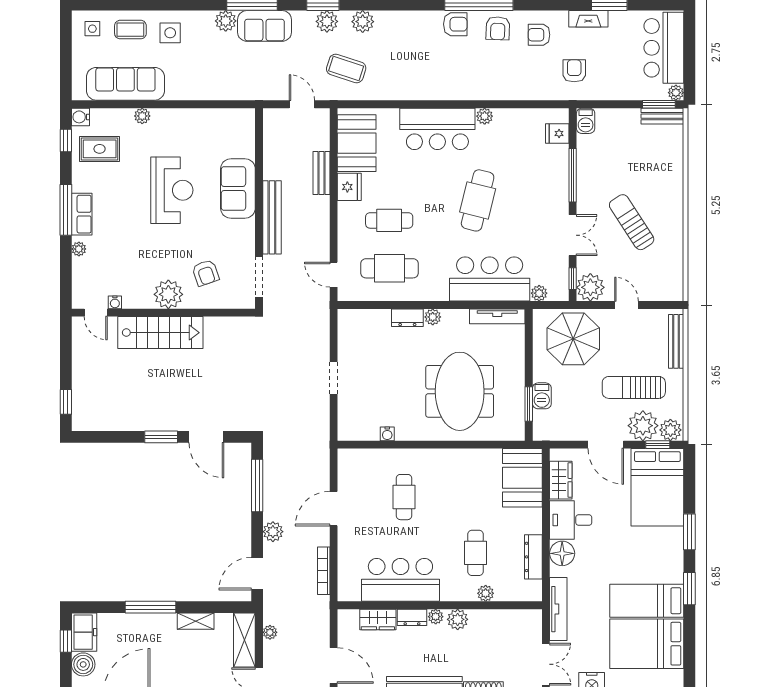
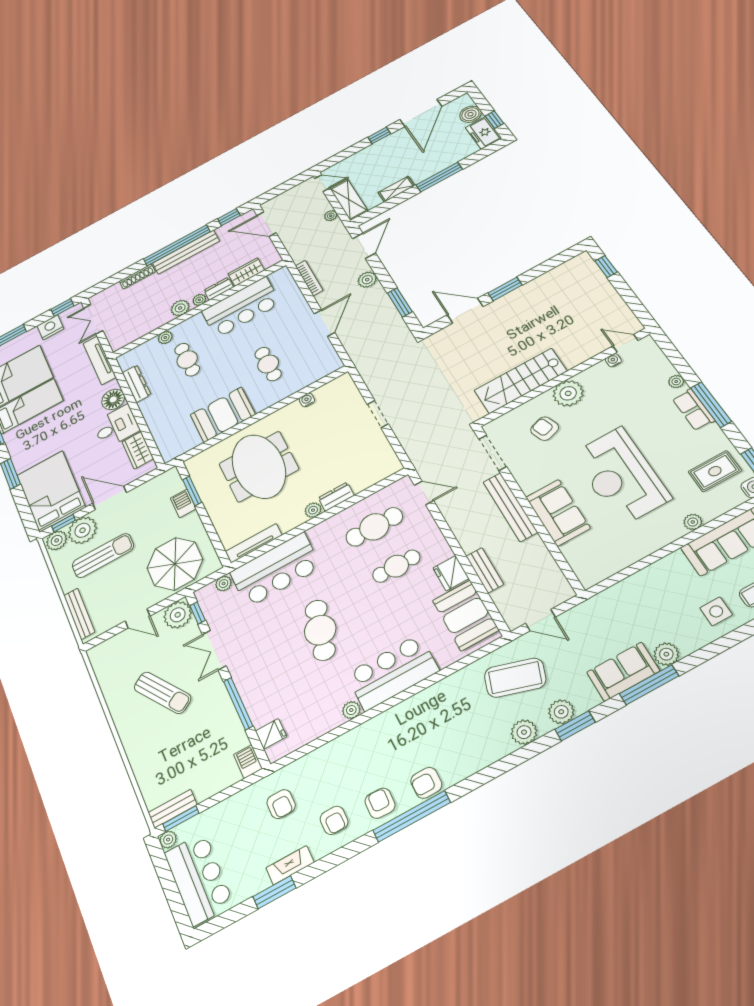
armchair: (539, 35) -> (334, 820), turned 90
coffee table: (346, 68) -> (515, 678), width x1.36, depth x1.32
reception desk: (172, 190) -> (621, 476), width x1.36, depth x1.30
stairs: (160, 333) -> (521, 381), moved
booth: (522, 478) -> (223, 415), moved, turned 90
window: (257, 485) -> (400, 302), width x0.69

